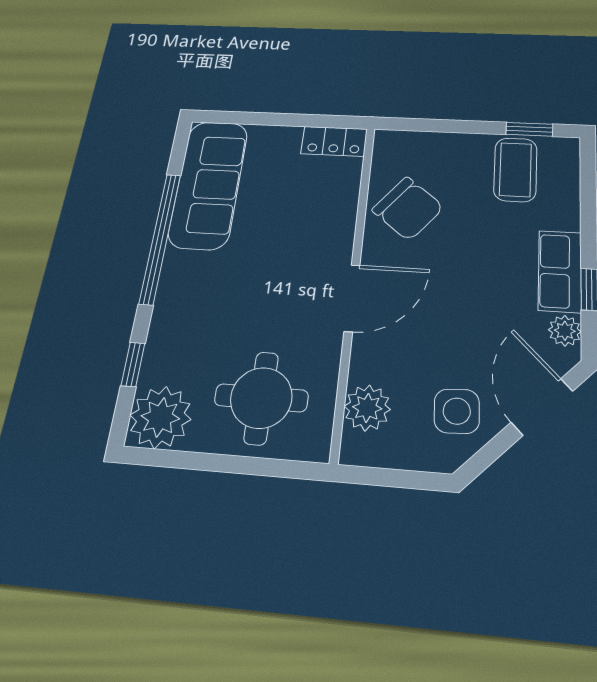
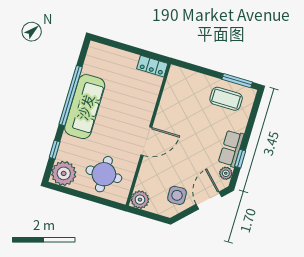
window: (529, 129) -> (237, 81), width x1.50
coffee table: (515, 170) -> (226, 99), turned 90
sofa: (208, 184) -> (85, 107), moved
chair: (408, 209) -> (177, 106), removed
plant: (367, 408) -> (140, 200), moved

